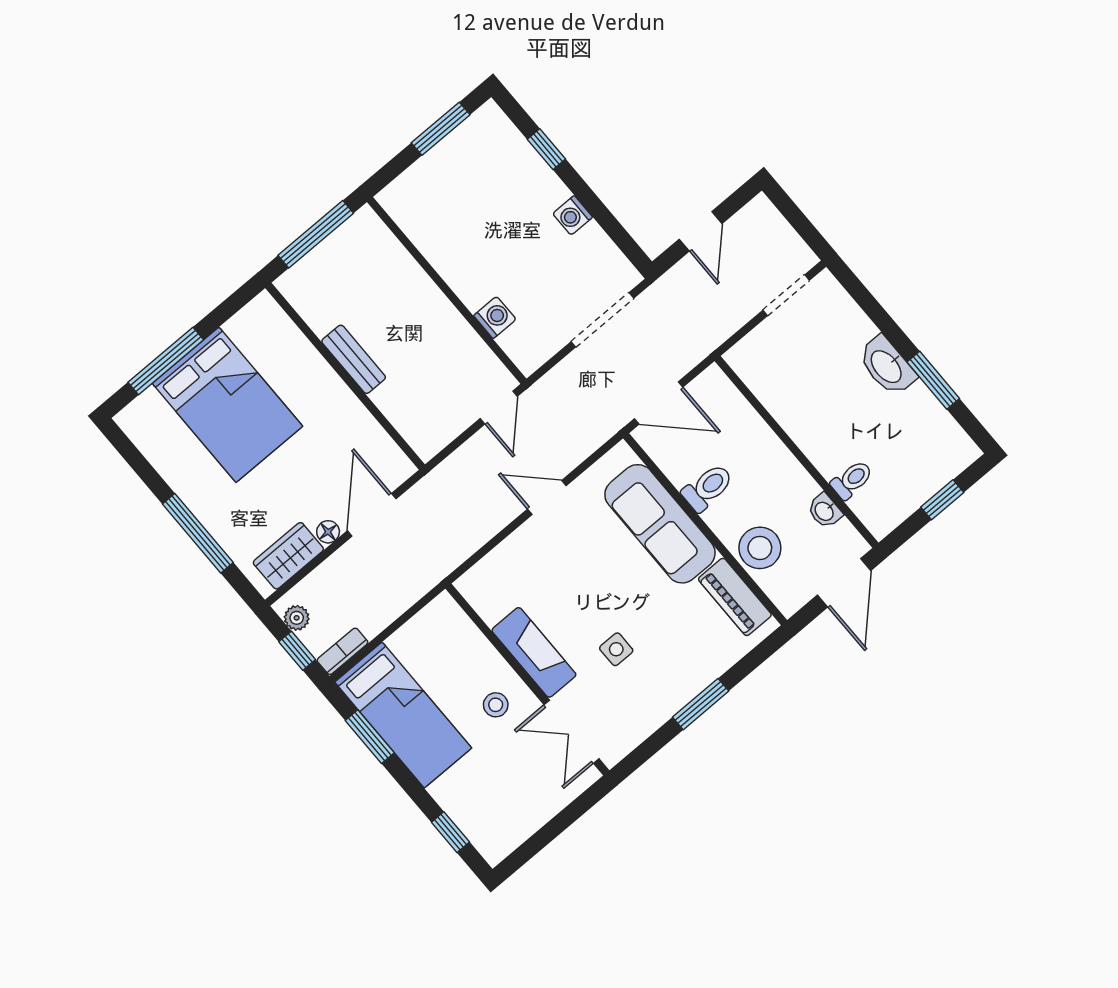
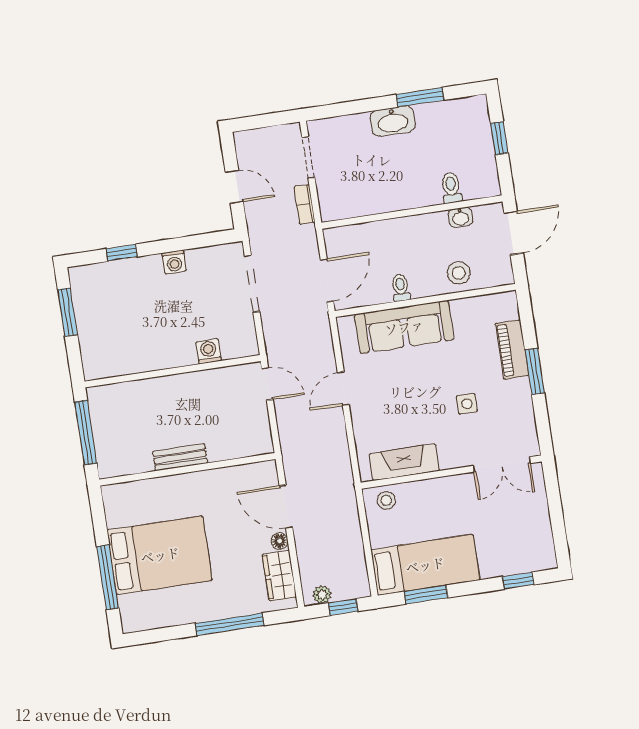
toilet: (708, 488) -> (401, 288), width x0.73, depth x0.72
stool: (760, 548) -> (459, 273), width x0.73, depth x0.73
door: (844, 583) -> (514, 233), hinge flipped
piano: (735, 597) -> (512, 349), moved, turned 90
bookcase: (342, 651) -> (305, 204), moved
fireplace: (534, 652) -> (404, 462), moved
stool: (496, 705) -> (386, 500), moved

